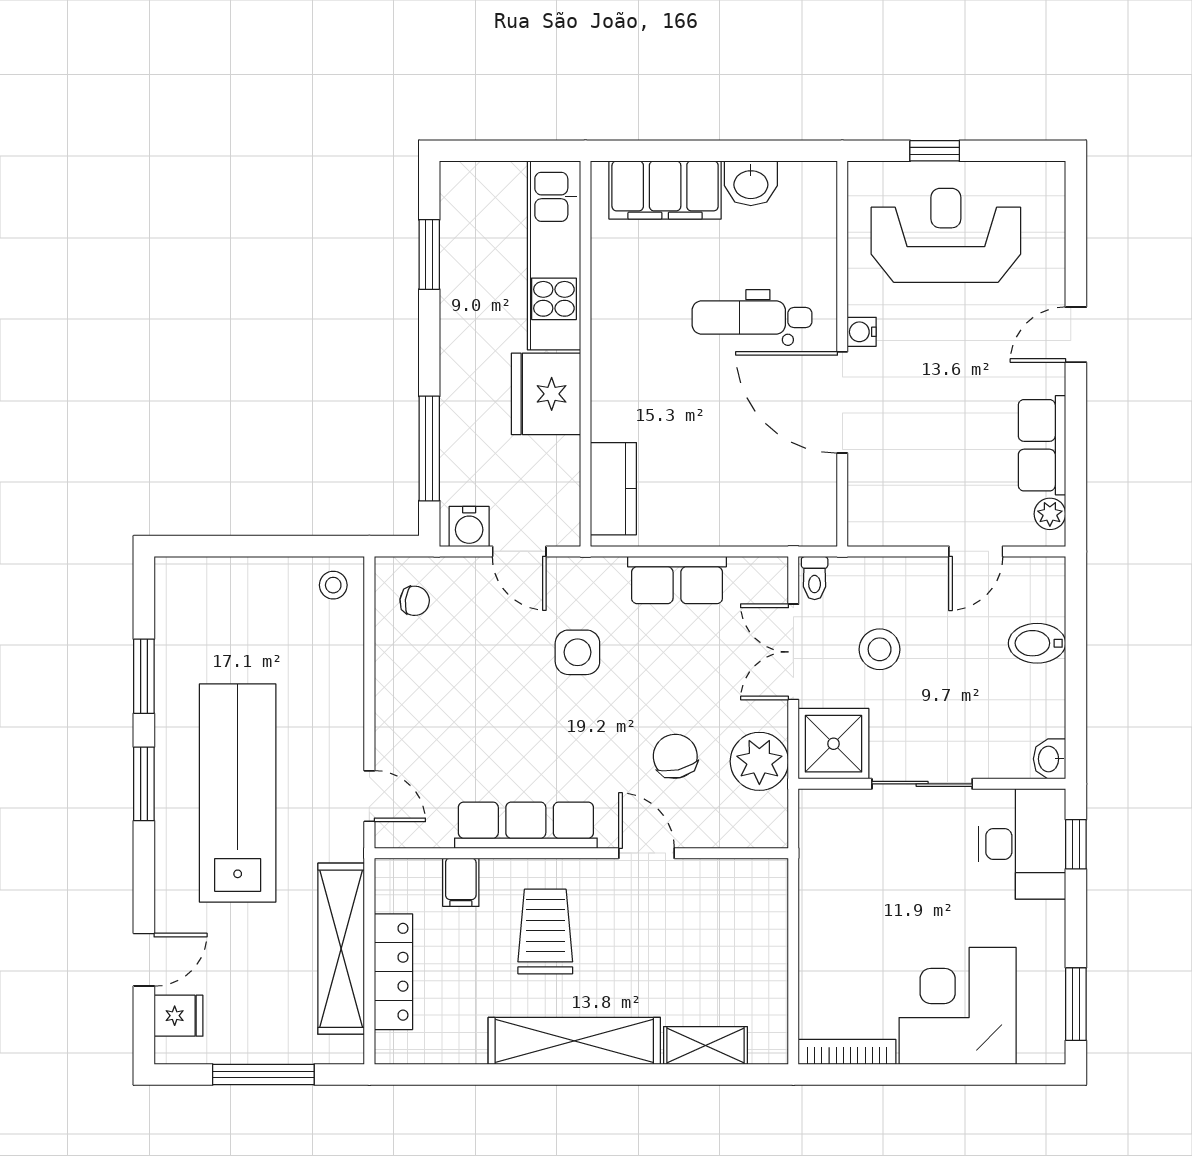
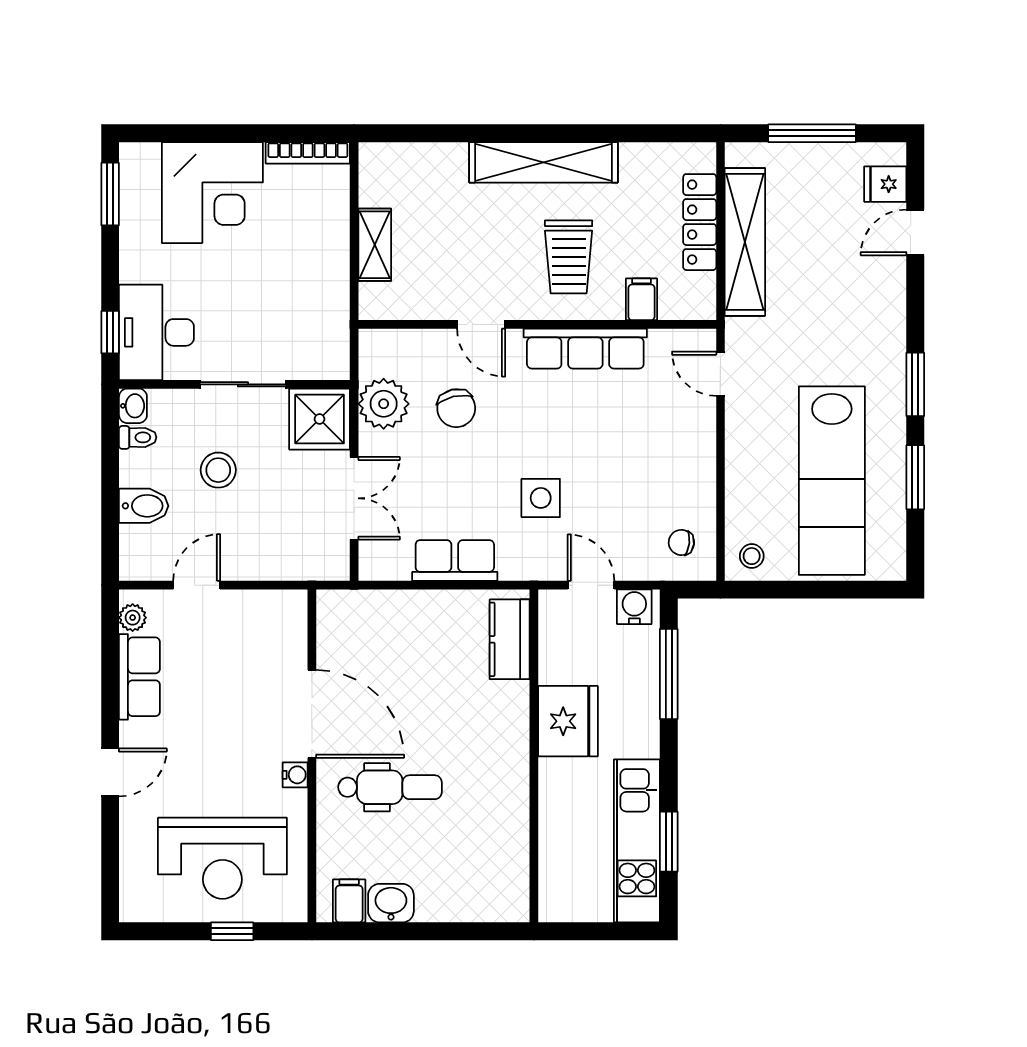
filing cabinet: (665, 190) -> (349, 901), moved, width x0.33, depth x0.86
kitchen unit: (554, 255) -> (637, 841), moved, turned 180
toilet: (815, 578) -> (138, 437), moved, turned 90
stool: (880, 649) -> (218, 470), moved
lab bench: (238, 793) -> (832, 481), moved
shelving: (705, 1045) -> (375, 245), moved, turned 90

